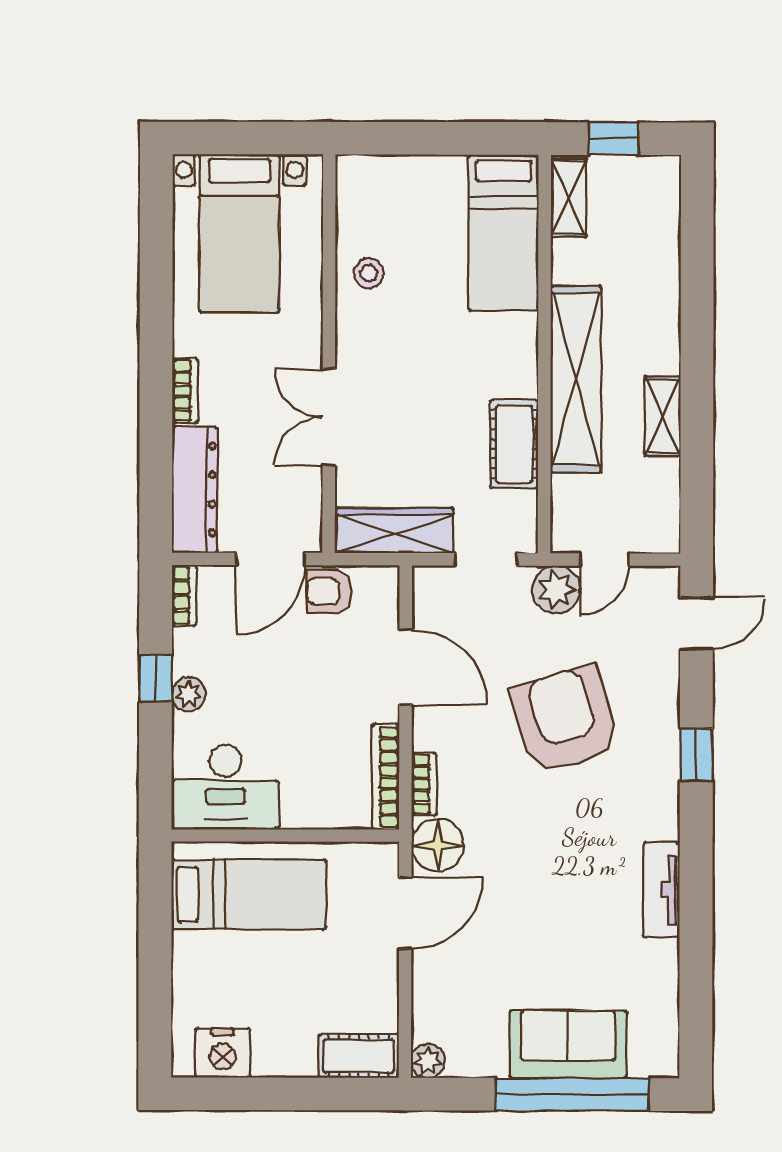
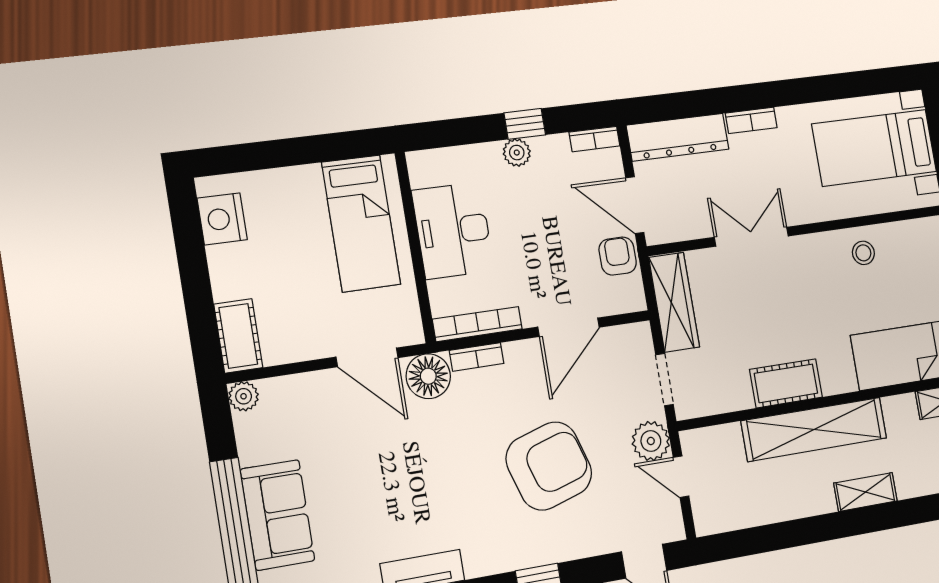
shelving: (663, 416) -> (865, 492), moved
cot: (514, 444) -> (786, 383), moved
desk: (225, 787) -> (453, 230), moved

